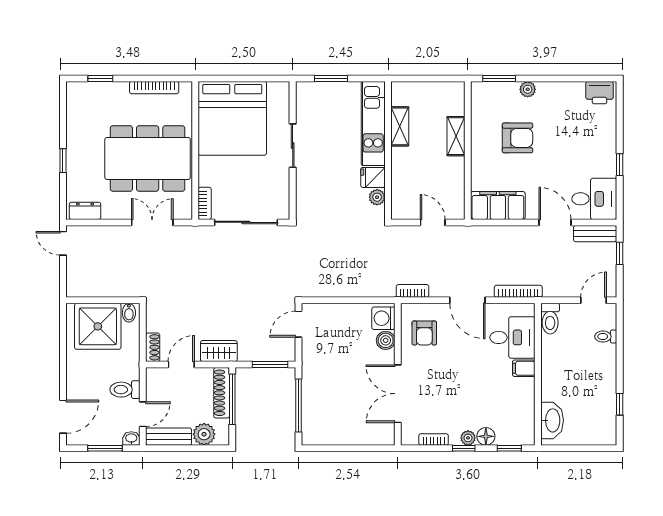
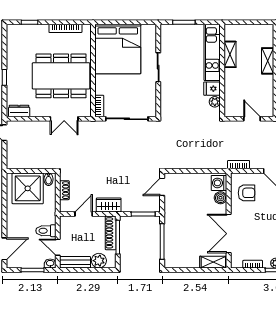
double door: (152, 222) -> (64, 119), swing flipped
armchair: (424, 333) -> (246, 193), turned -90
shoe rack: (153, 347) -> (64, 190), moved
door: (143, 414) -> (58, 247), swing flipped
shelving: (375, 436) -> (213, 262), added

